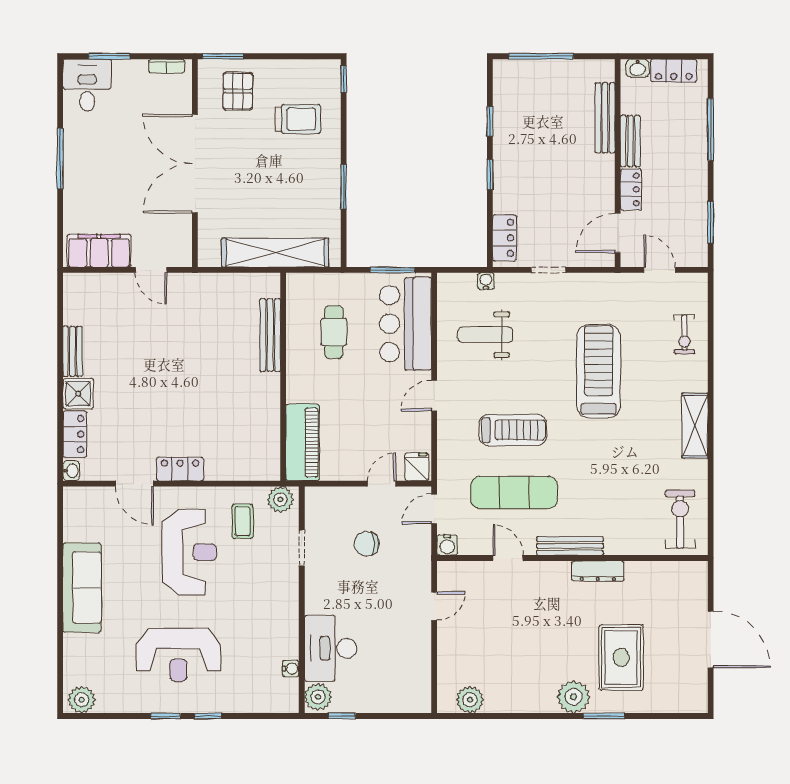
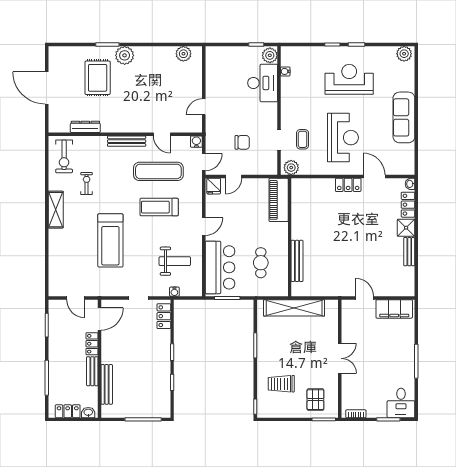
double door: (195, 164) -> (340, 358), width x0.54
exercise bike: (684, 334) -> (87, 183), moved
coffee table: (243, 521) -> (303, 139), moved
reception desk: (189, 552) -> (343, 138), turned 180
dresser: (598, 571) -> (85, 127), moved

